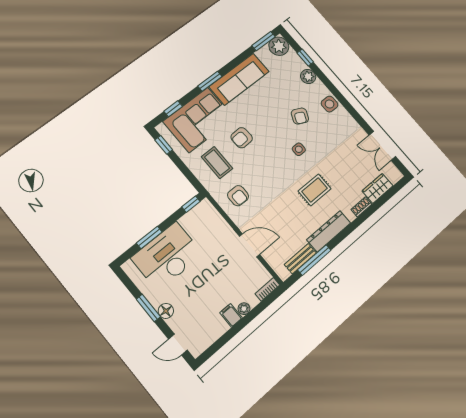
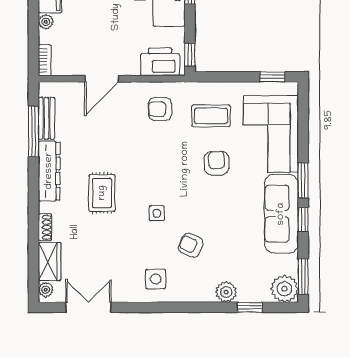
side table: (330, 104) -> (156, 279), moved
window: (173, 109) -> (303, 220), moved
plant: (394, 178) -> (46, 290), added
printer: (210, 218) -> (160, 62), added

